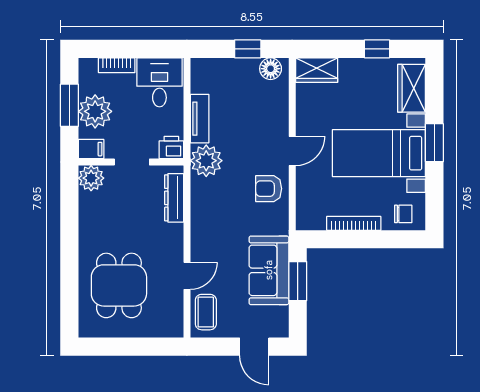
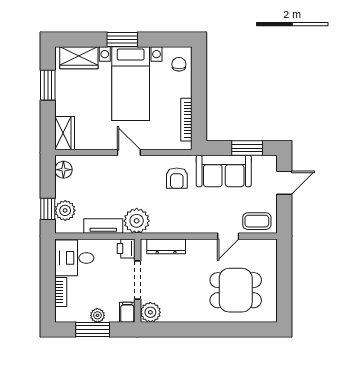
window: (248, 49) -> (48, 209), moved
window: (377, 49) -> (48, 85), width x1.50
plant: (219, 71) -> (65, 210), added
plant: (95, 111) -> (97, 315), width x0.53, depth x0.53
doorway: (132, 162) -> (138, 280), width x1.38
armchair: (269, 189) -> (177, 178), moved
bookcase: (354, 223) -> (186, 120), moved
door: (187, 276) -> (228, 236), swing flipped
window: (298, 281) -> (247, 148), moved

